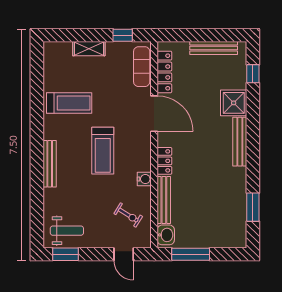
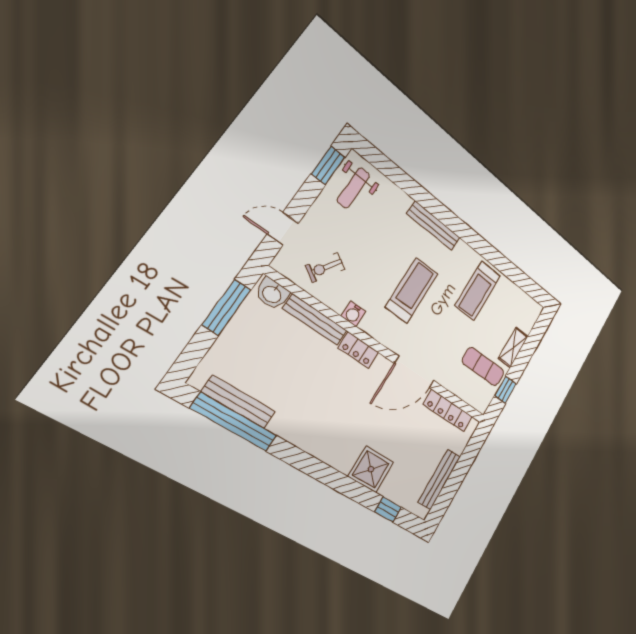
exercise mat: (142, 67) -> (483, 367), moved
bench: (240, 142) -> (239, 402), moved
treadmill: (103, 151) -> (412, 290), turned 90
window: (253, 207) -> (234, 422), width x2.11

